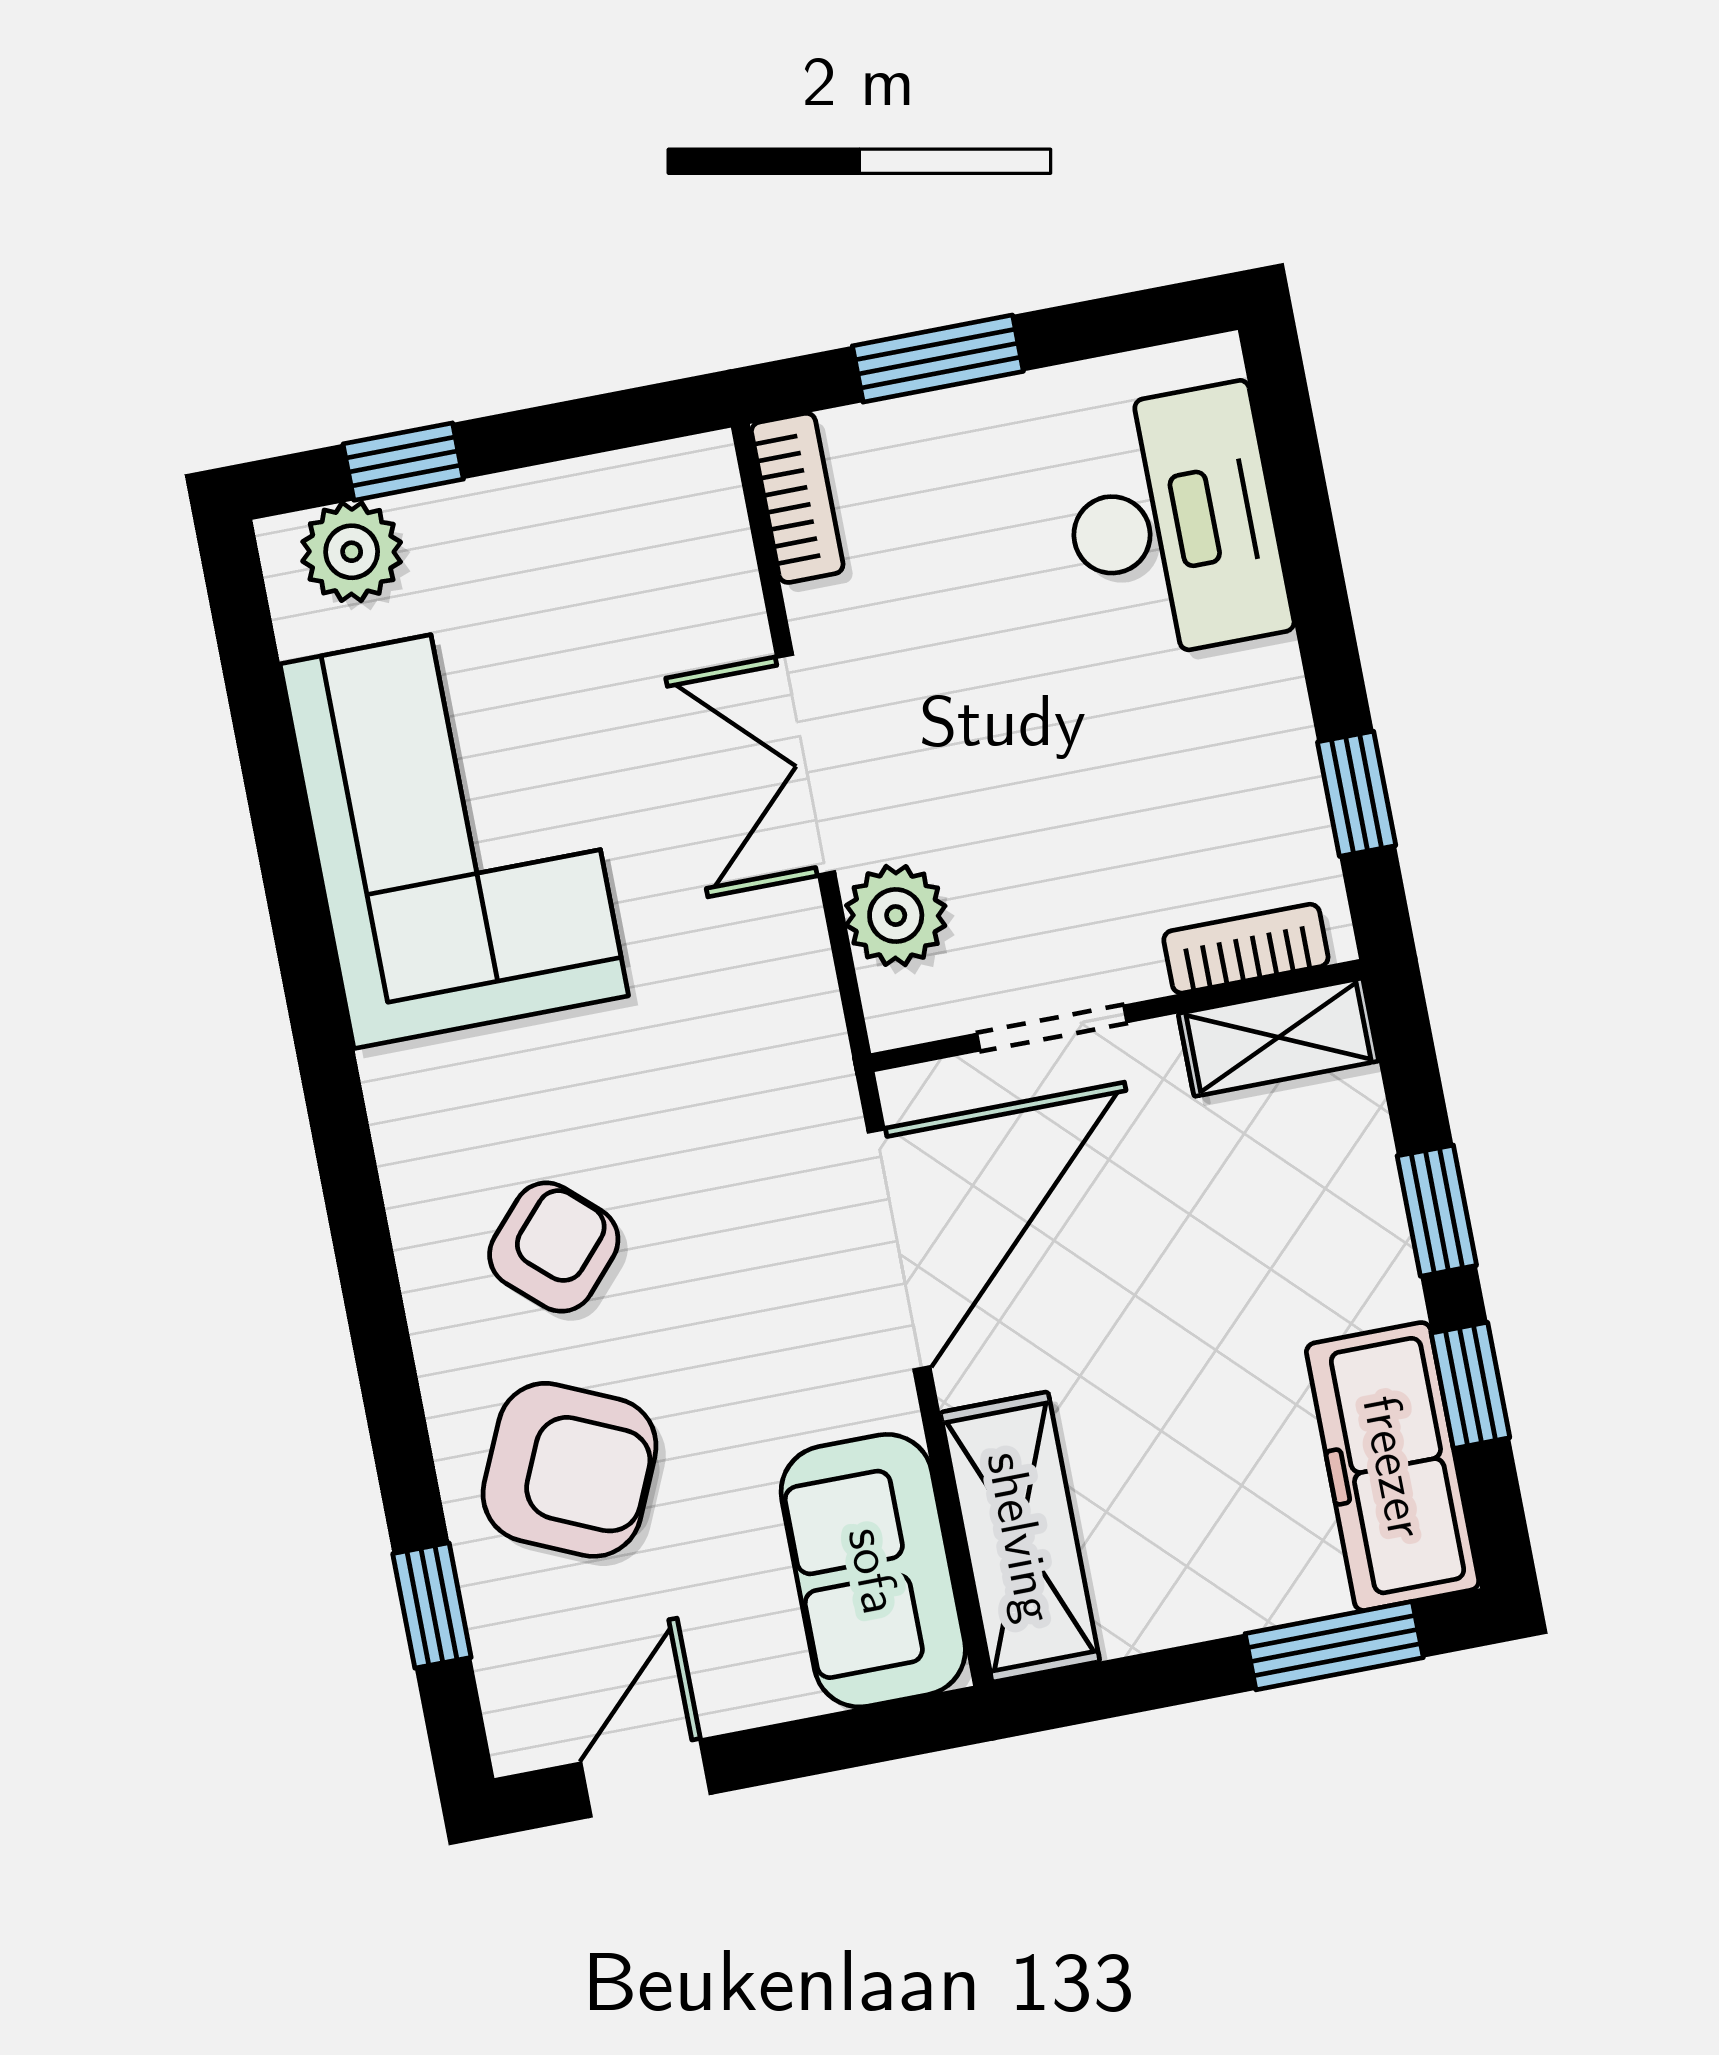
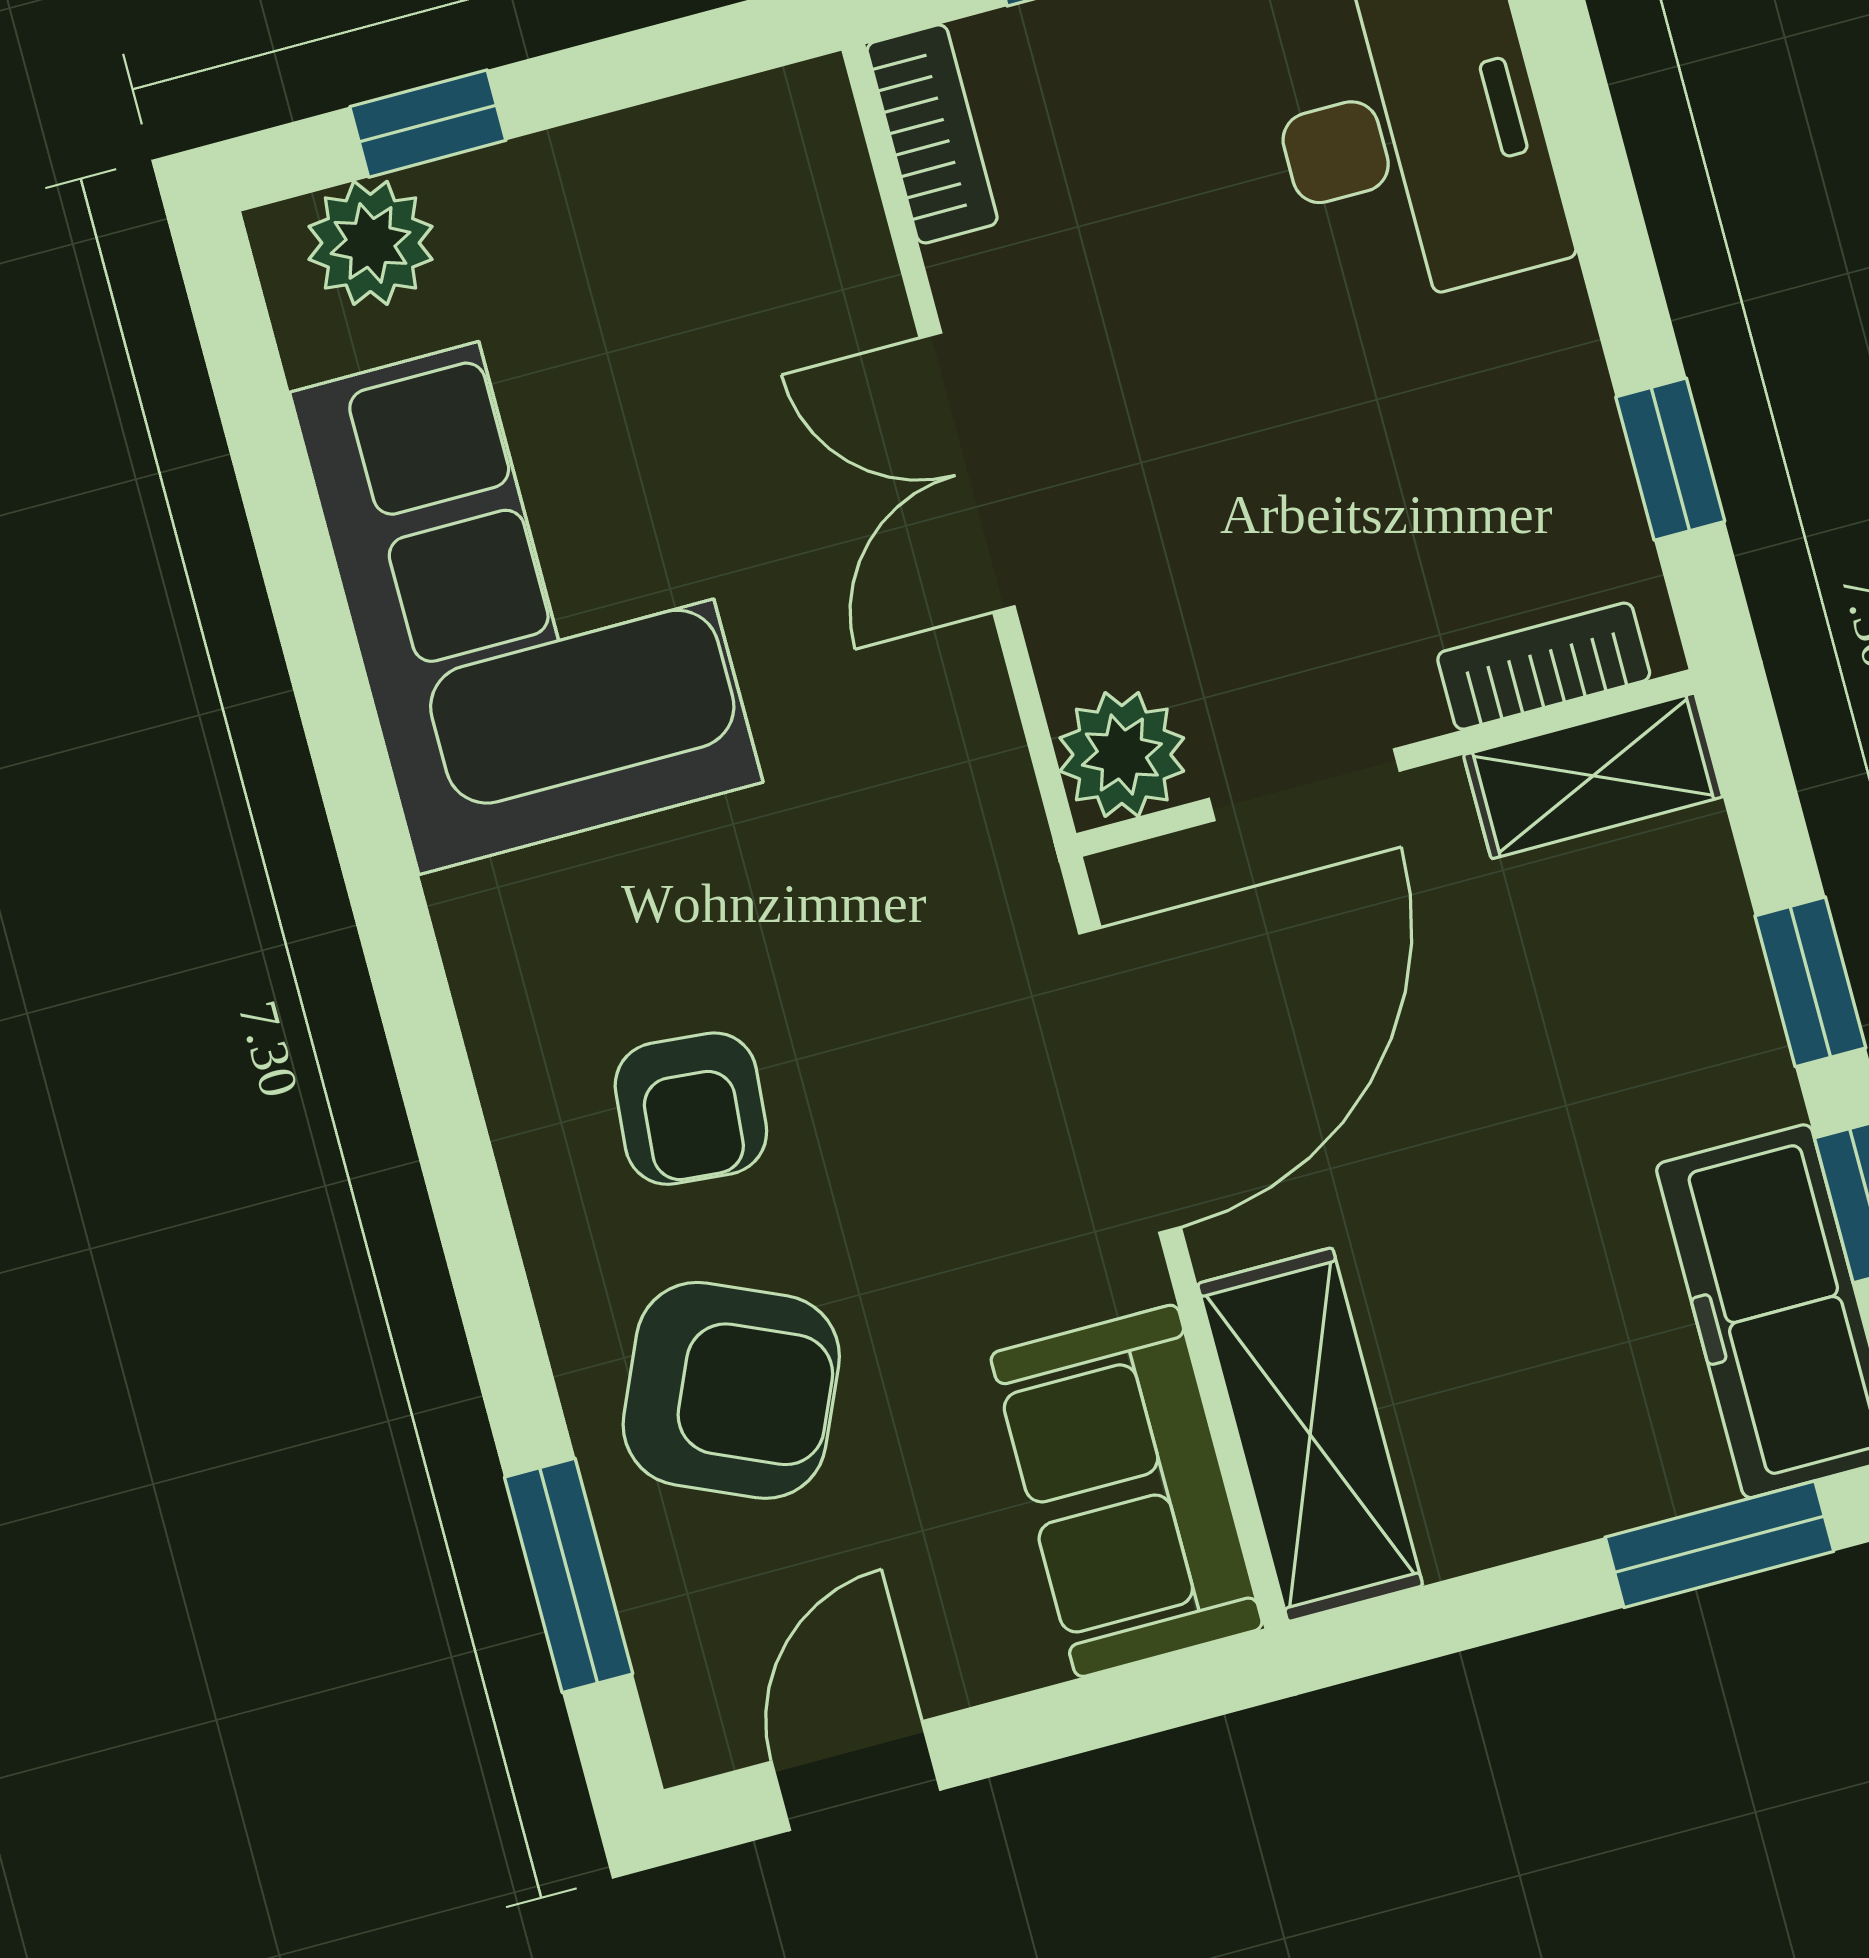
plant: (896, 916) -> (1122, 755), moved
armchair: (554, 1247) -> (691, 1109), turned 143
window: (432, 1605) -> (569, 1575), width x1.50

